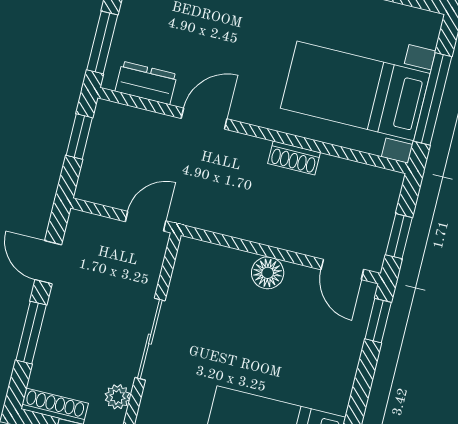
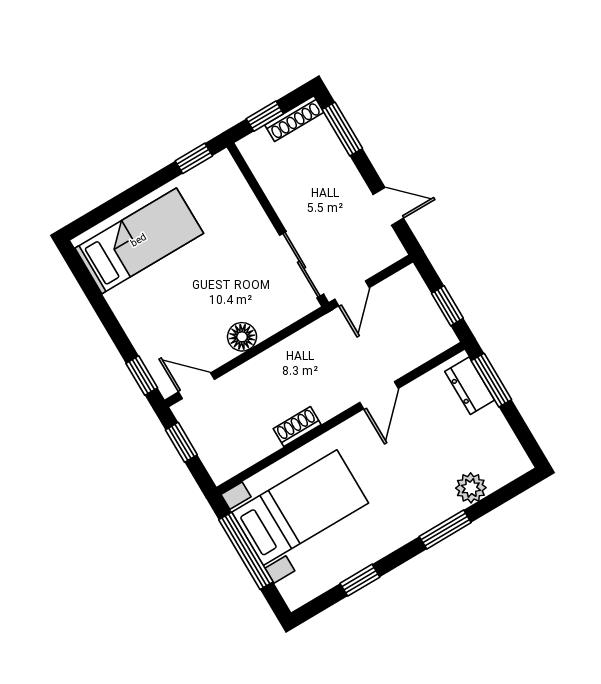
dresser: (146, 83) -> (470, 386), moved, turned 90
window: (31, 333) -> (342, 129), moved
sliding door: (150, 339) -> (302, 265), moved
plant: (117, 397) -> (260, 164), removed

